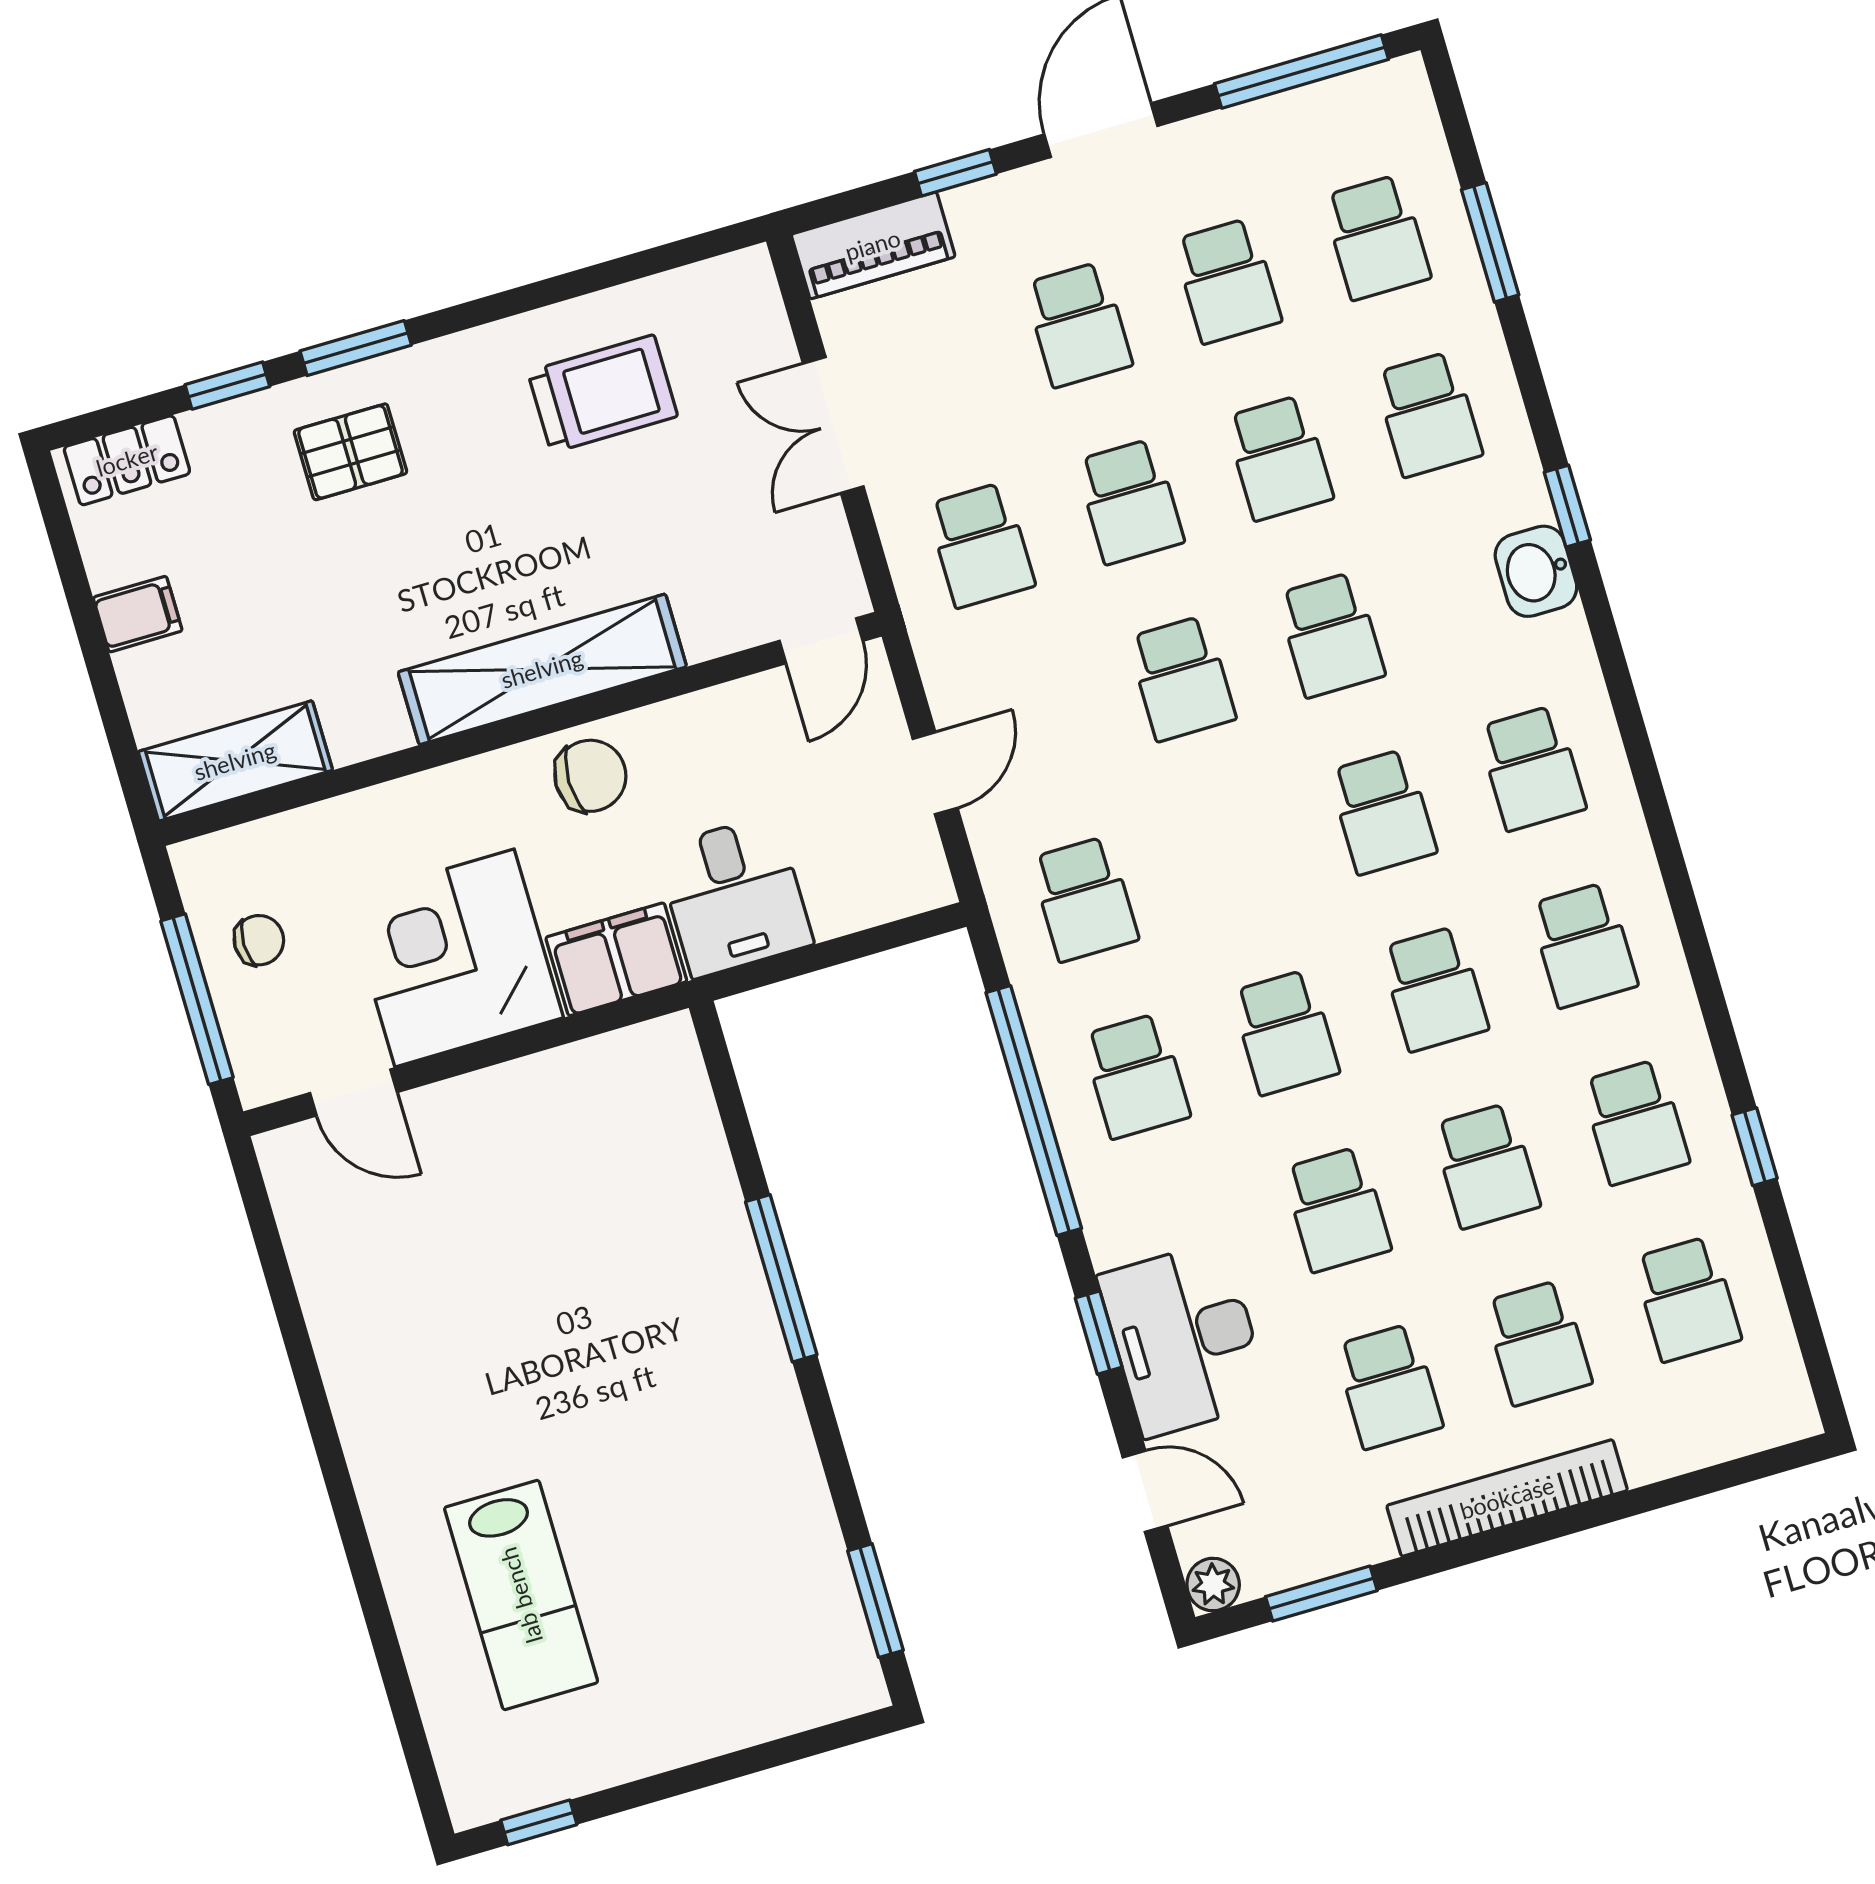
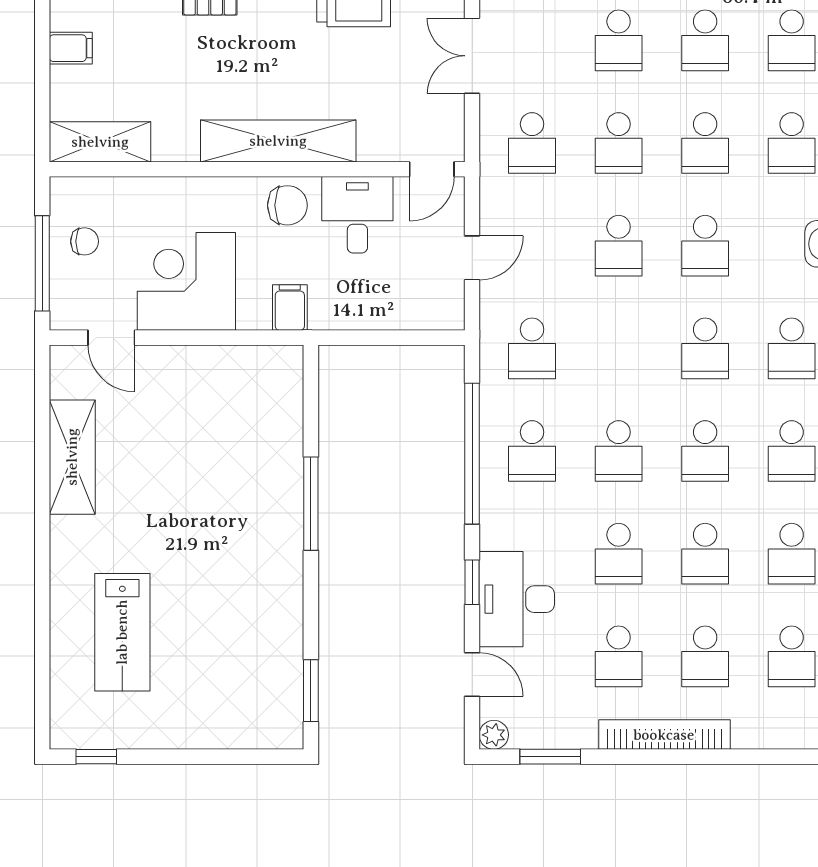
desk: (734, 896) -> (357, 215), moved, turned 180
filing cabinet: (616, 959) -> (290, 307), width x0.50
shelving: (347, 1318) -> (72, 457), added

